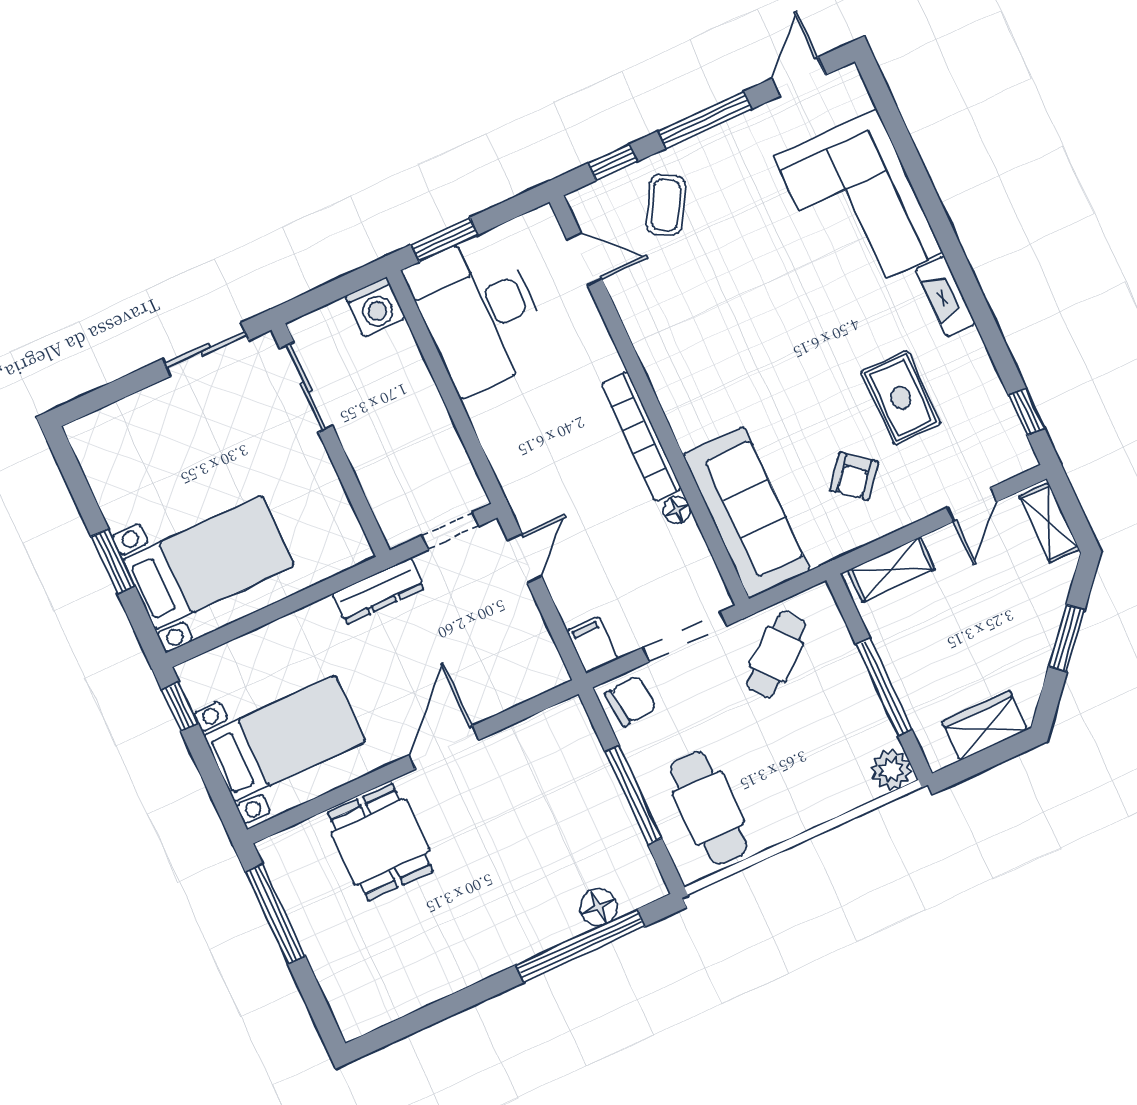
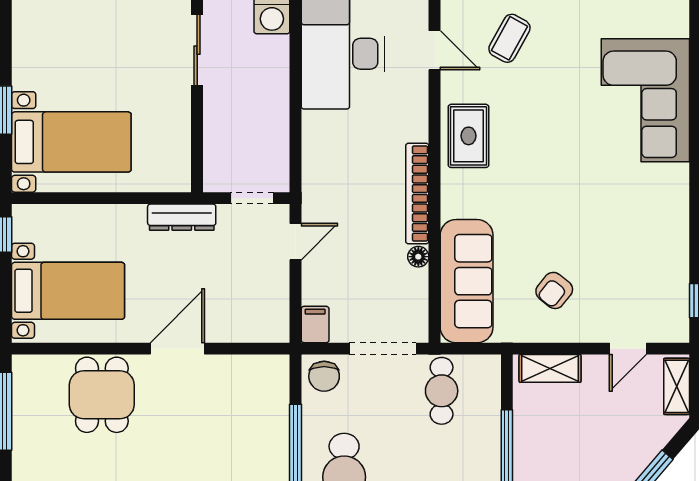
fireplace: (945, 296) -> (677, 193), removed
rug: (901, 398) -> (468, 136), moved
cafe table: (776, 654) -> (442, 391), turned -50
chair: (631, 701) -> (324, 376), turned 95

